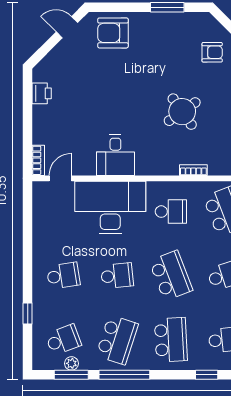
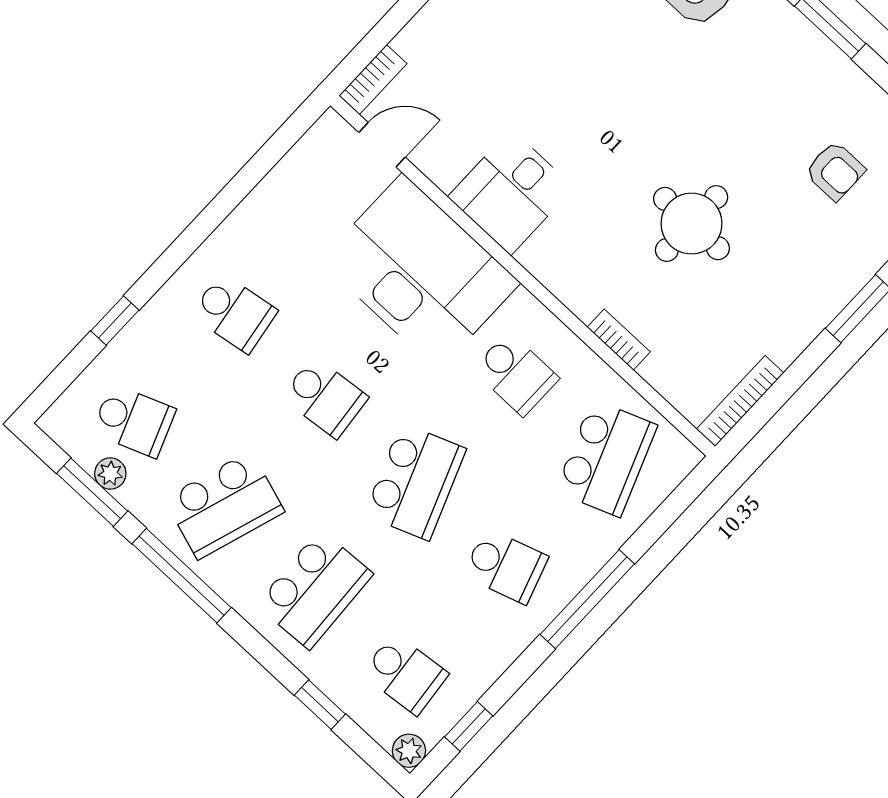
round table: (182, 112) -> (692, 224), turned 35

